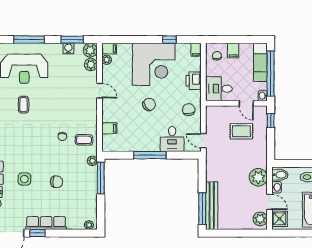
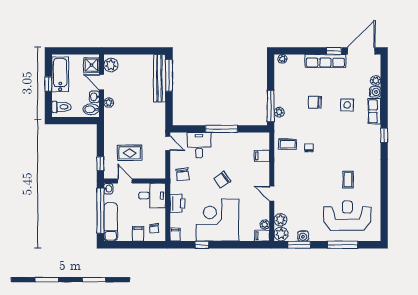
plant: (92, 161) -> (279, 112), moved
plant: (258, 177) -> (109, 103), width x0.53, depth x0.53

